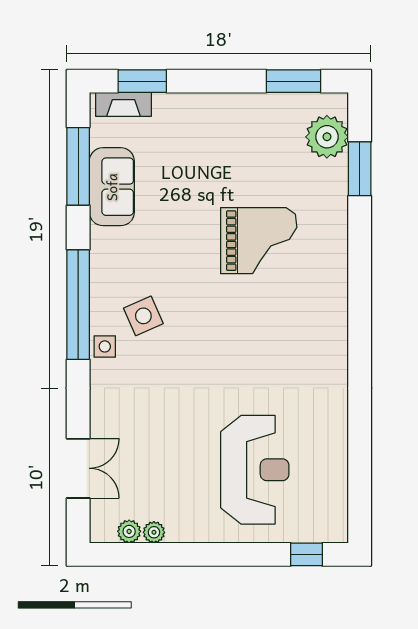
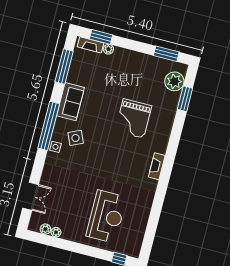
plant: (165, 104) -> (108, 49), added
sofa: (112, 187) -> (70, 102), moved
grand piano: (259, 241) -> (133, 118), turned 90
fireplace: (336, 332) -> (157, 166), added

